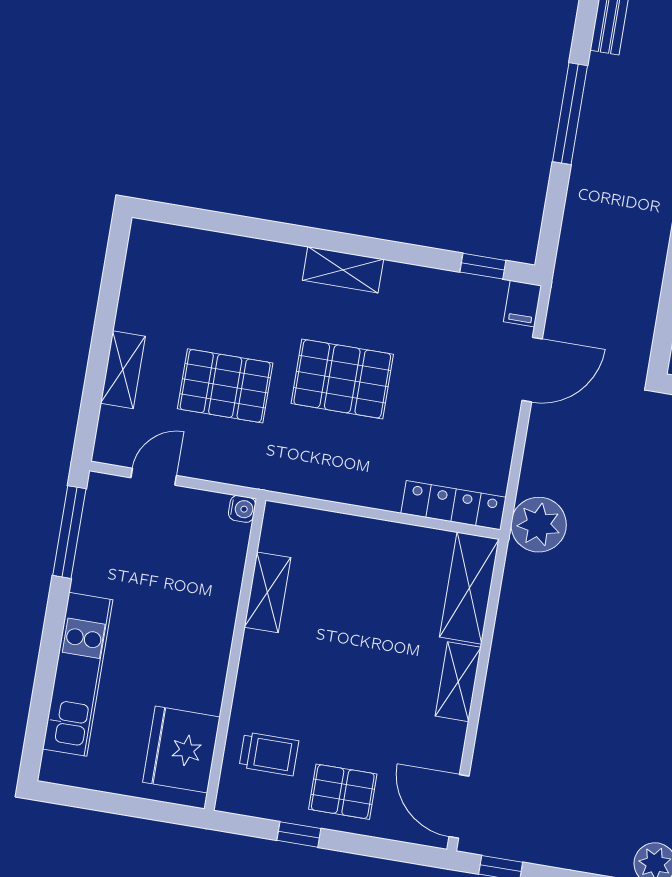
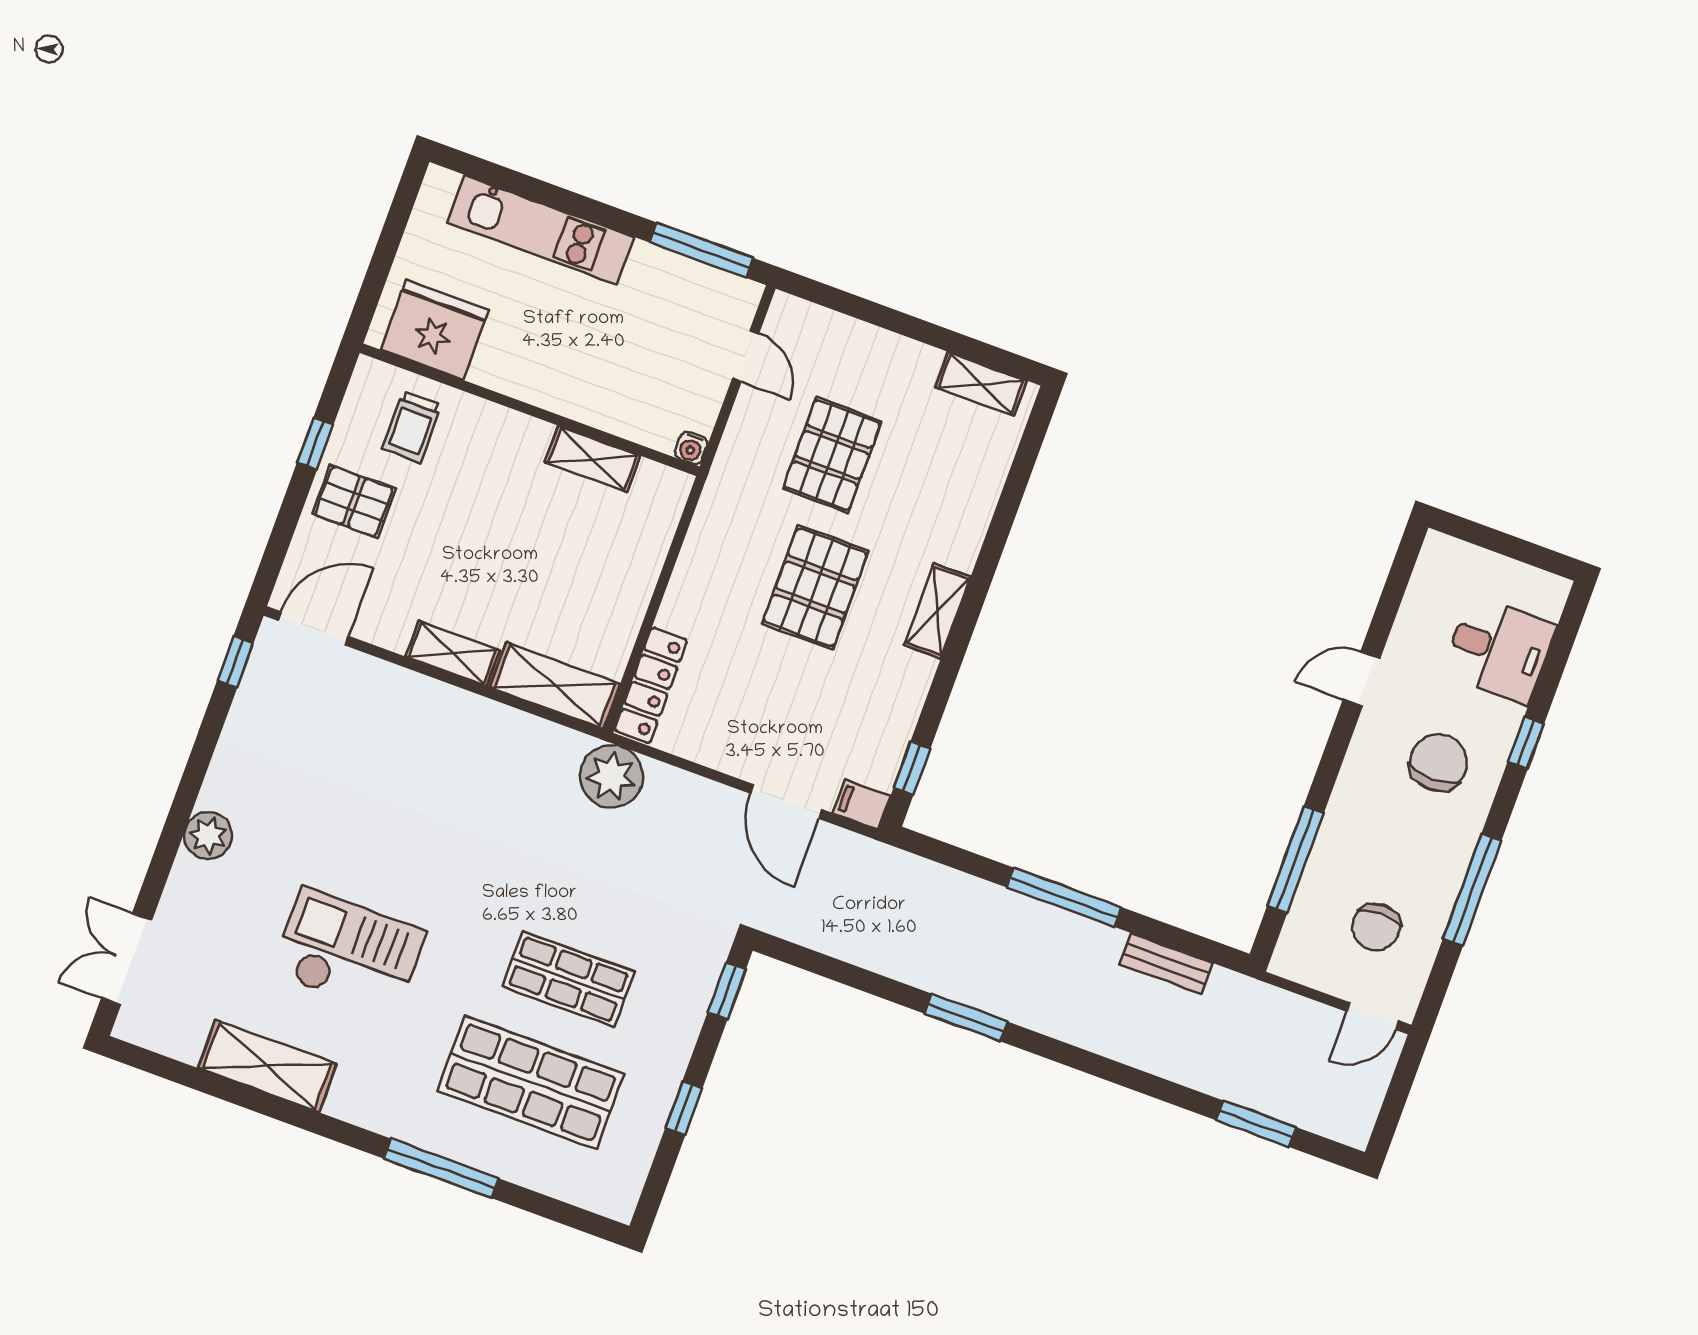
shelving: (123, 370) -> (981, 384), moved
pallet: (343, 792) -> (354, 501), turned 90

